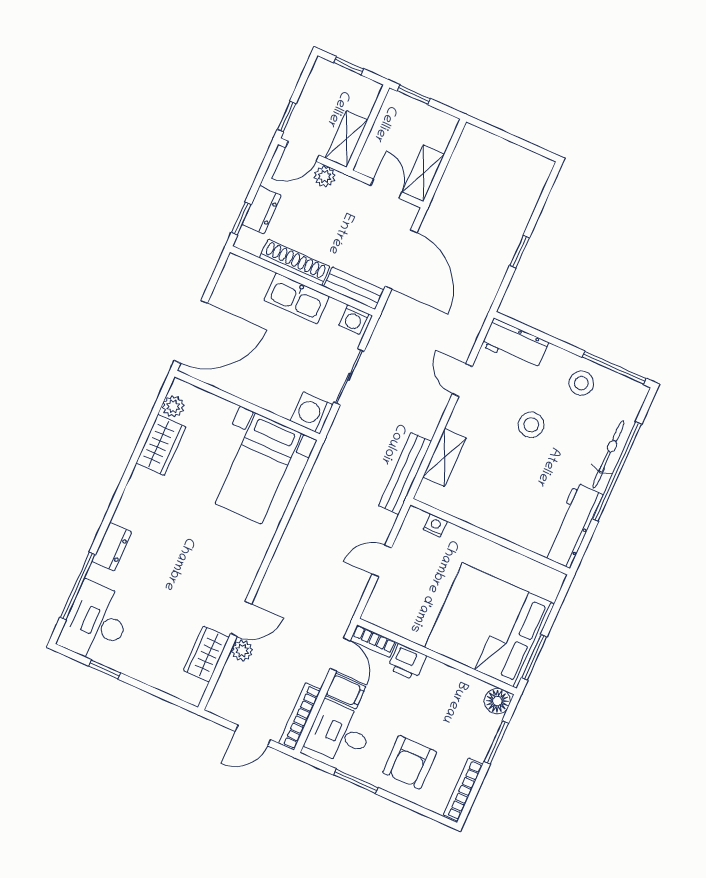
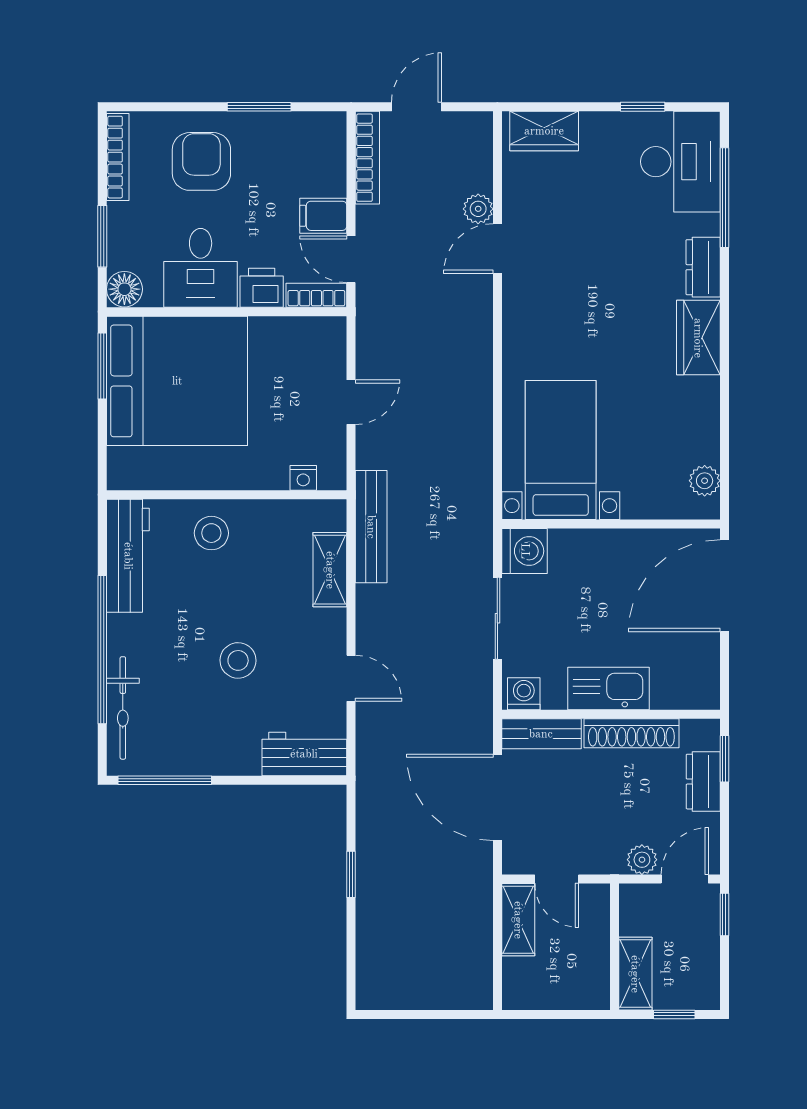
window: (414, 95) -> (575, 1014), removed
shelving: (347, 139) -> (635, 974), moved
stool: (581, 383) -> (211, 533), moved
wardrobe: (161, 445) -> (698, 338), moved
bicycle: (608, 454) -> (123, 708), moved
wardrobe: (206, 654) -> (544, 131), moved, turned 90
desk: (340, 733) -> (201, 268), moved, turned 90

